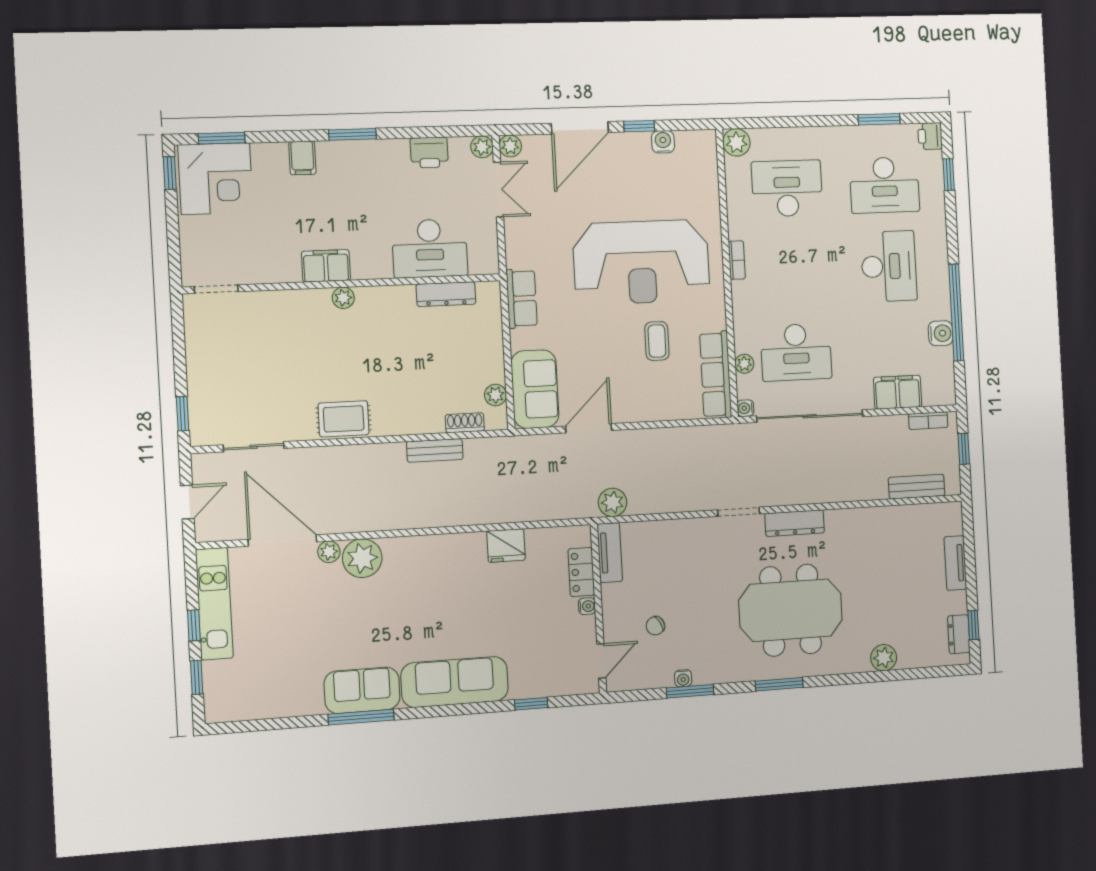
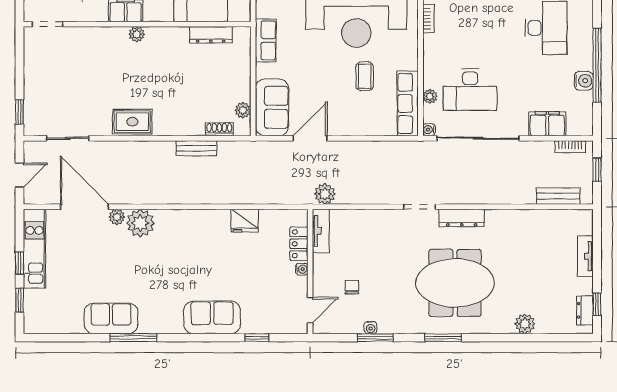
chair: (655, 626) -> (352, 287), turned 120
sofa: (455, 682) -> (212, 317), width x0.73
sofa: (362, 690) -> (111, 318), moved

